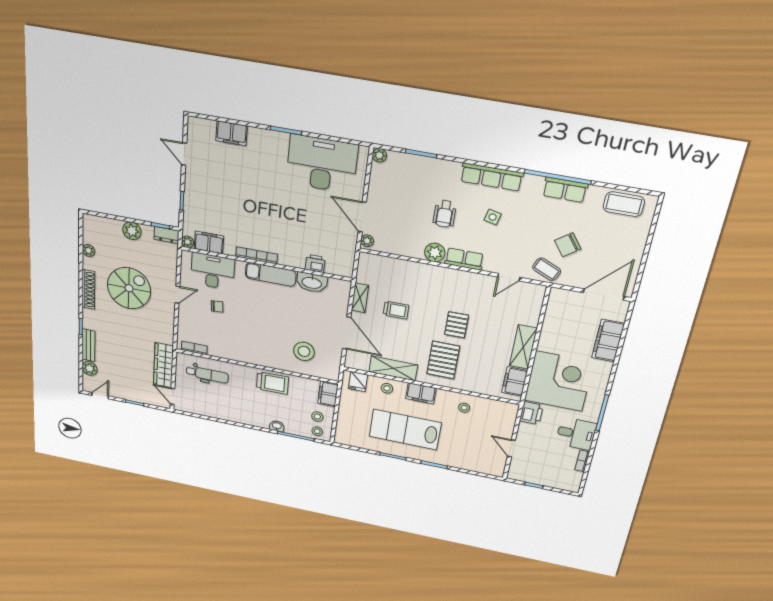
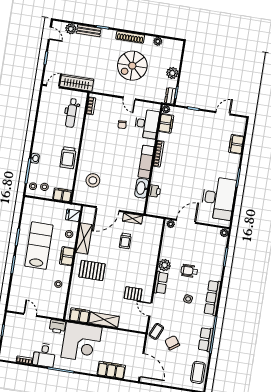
spiral stairs: (129, 288) -> (132, 66), turned 90
pallet: (457, 325) -> (133, 294), moved
door: (511, 448) -> (30, 315), hinge flipped

